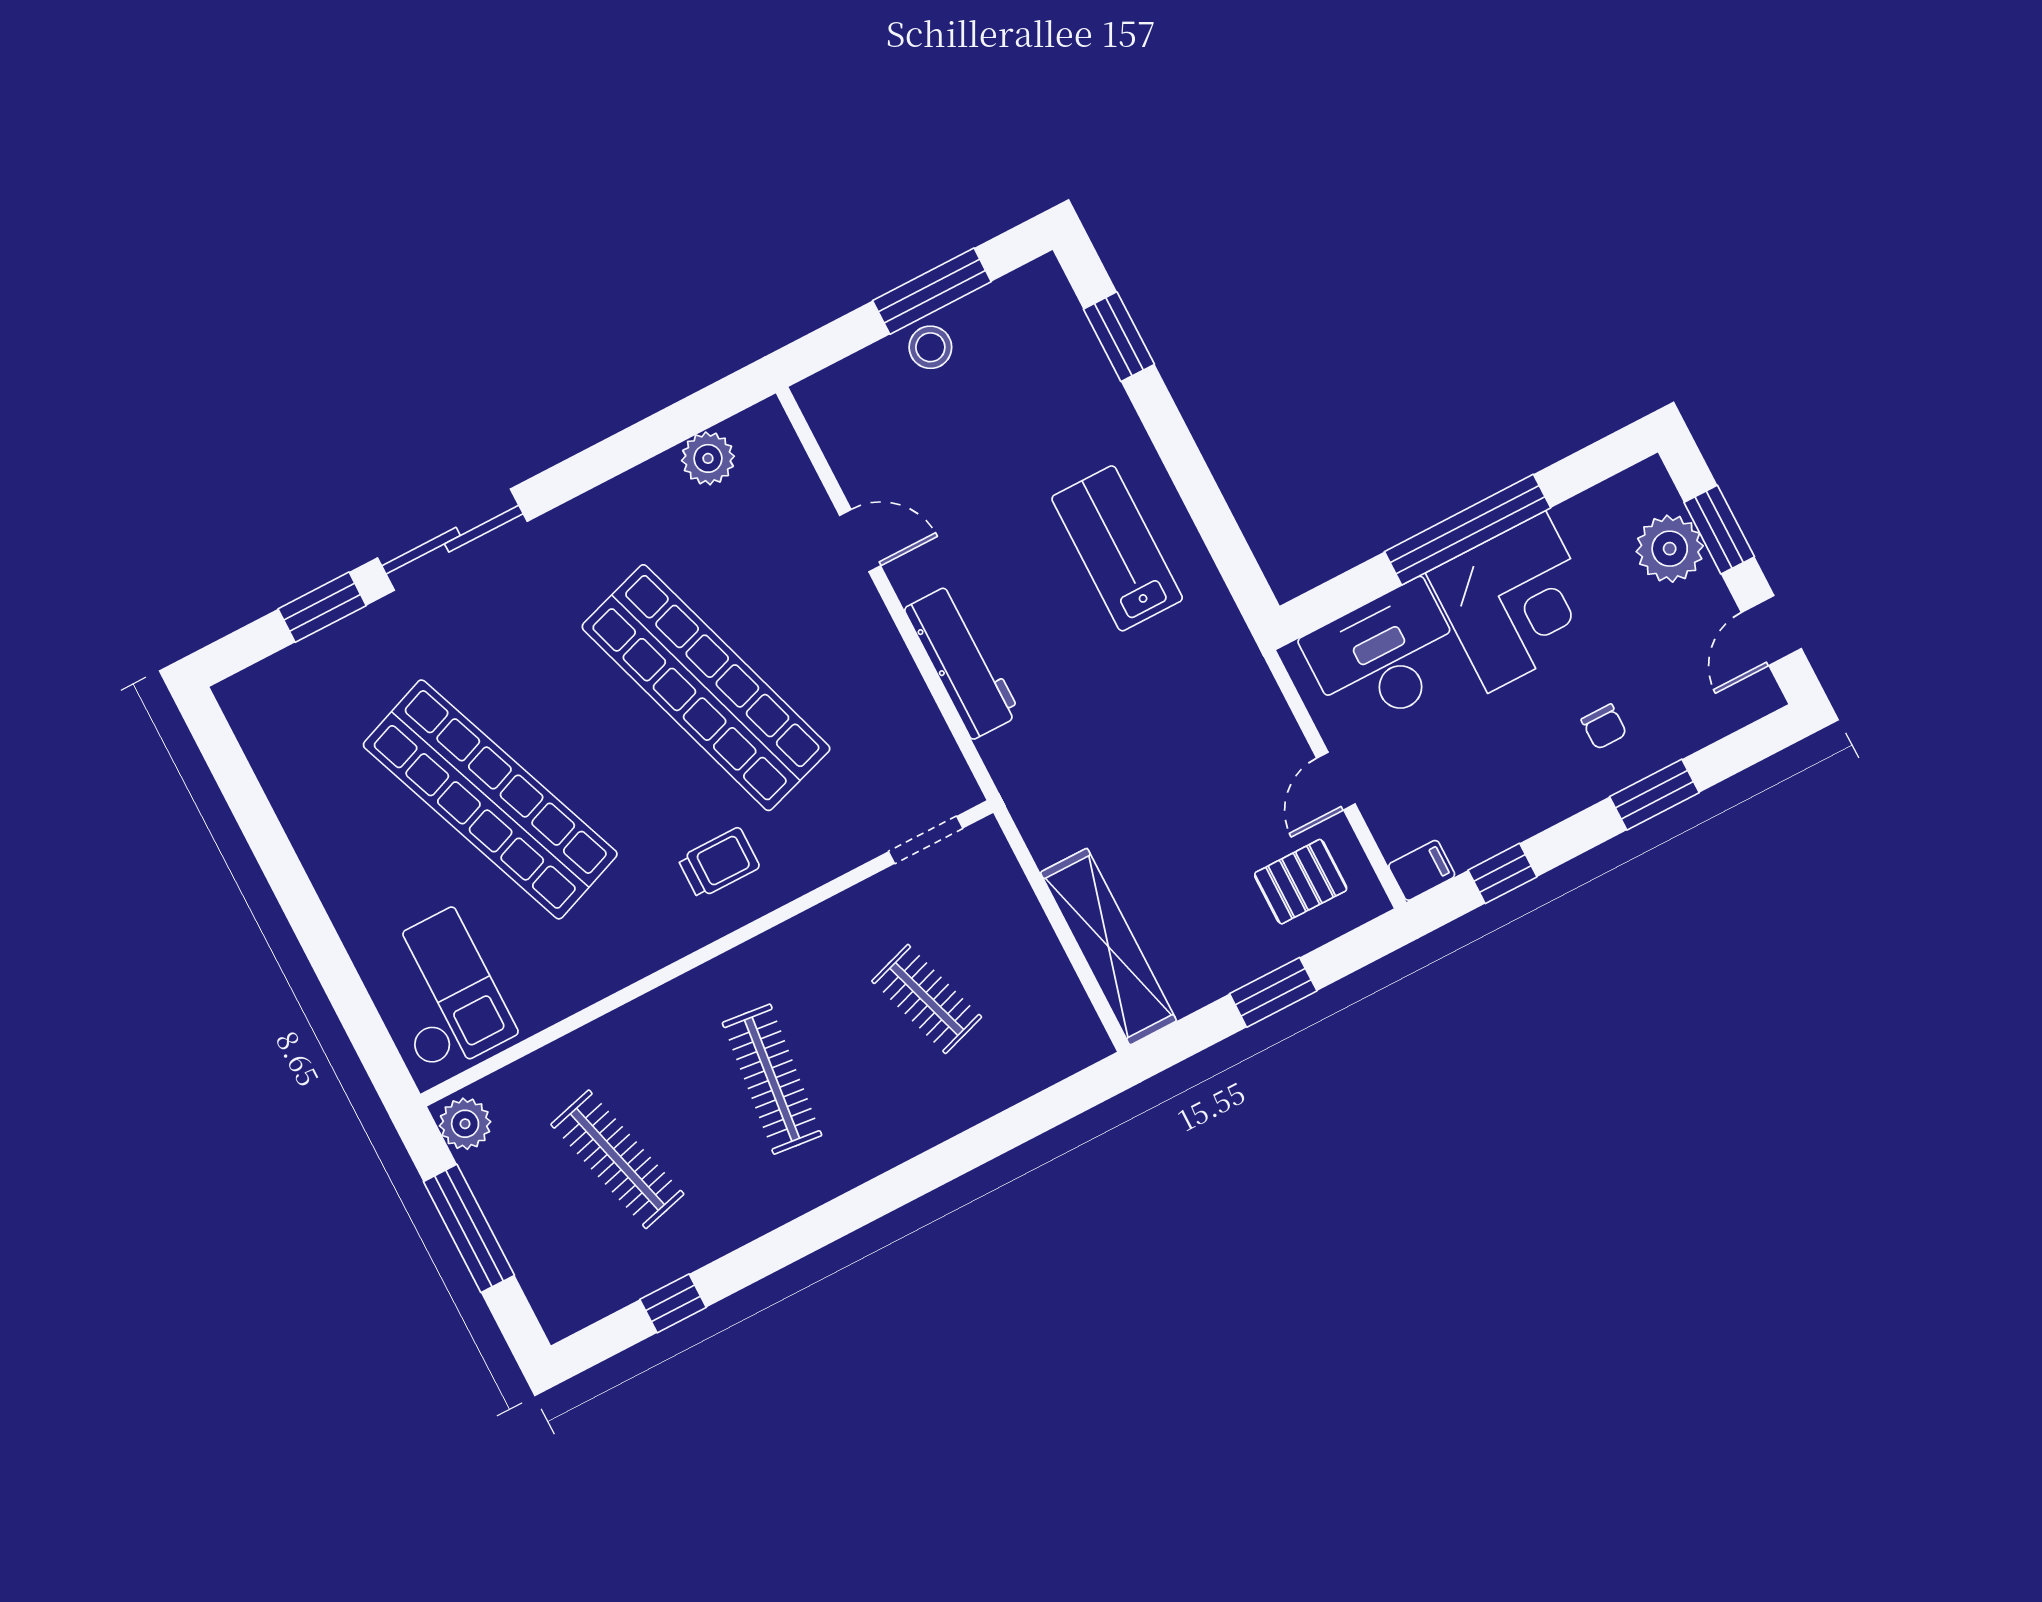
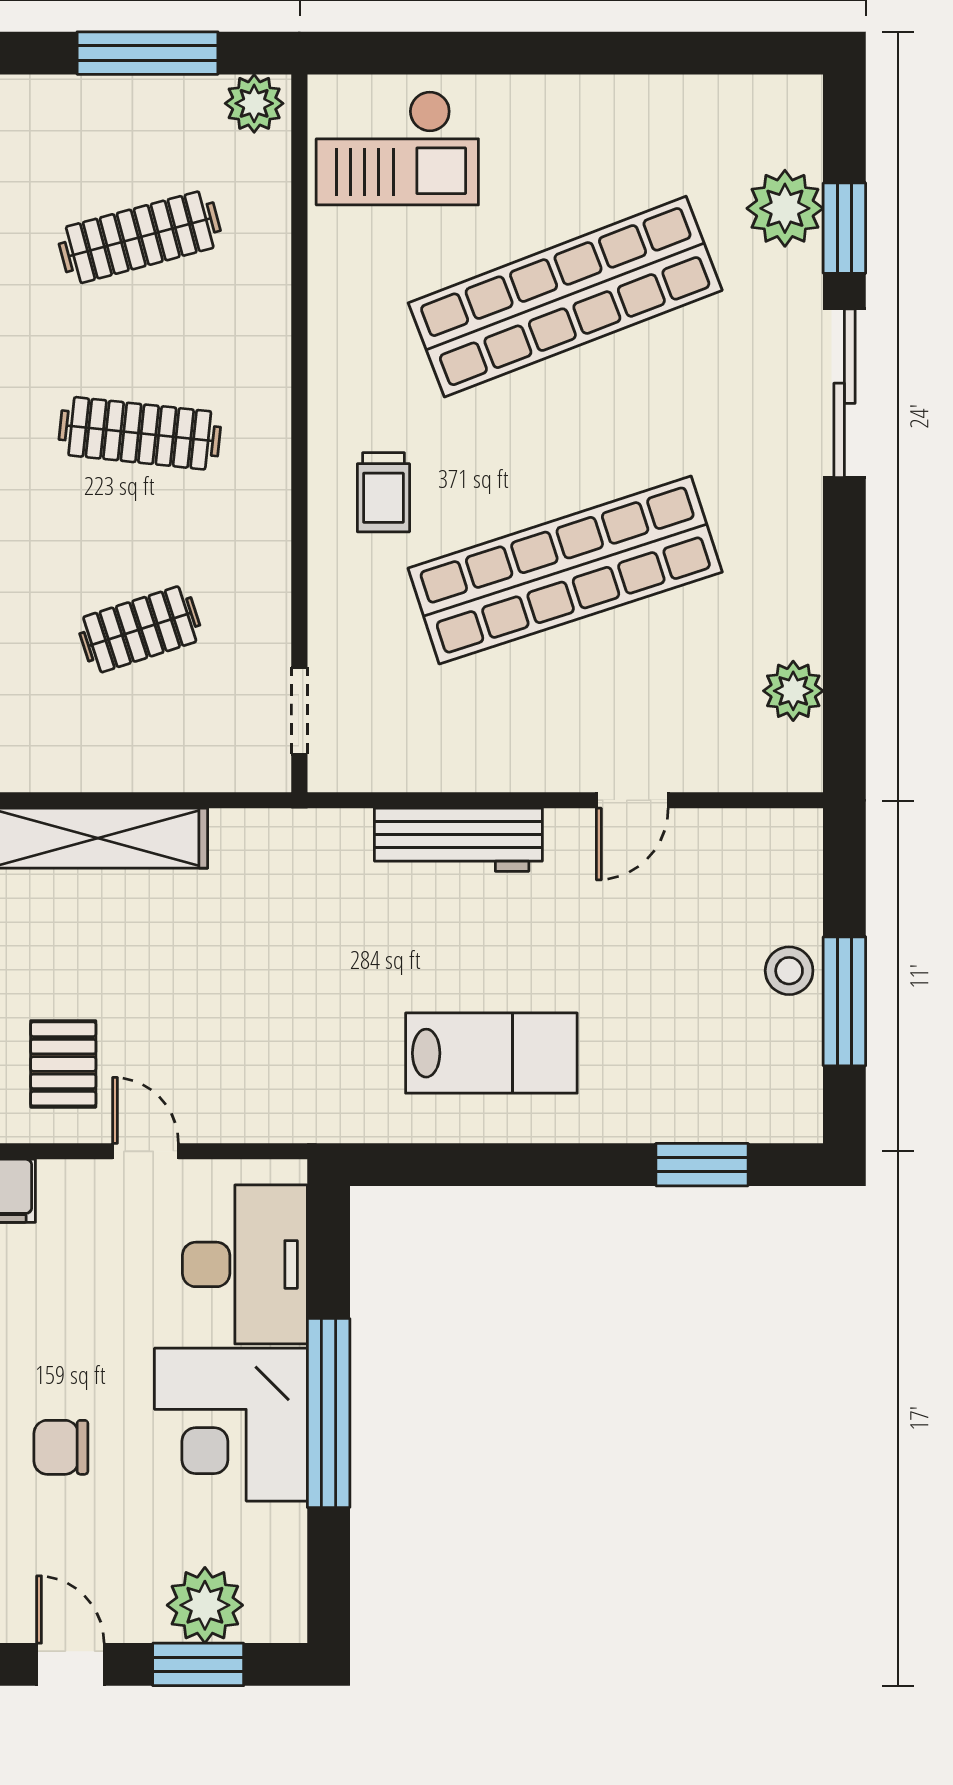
plant: (331, 662) -> (785, 208), added
chair: (1604, 727) -> (61, 1447), width x1.37, depth x1.37

